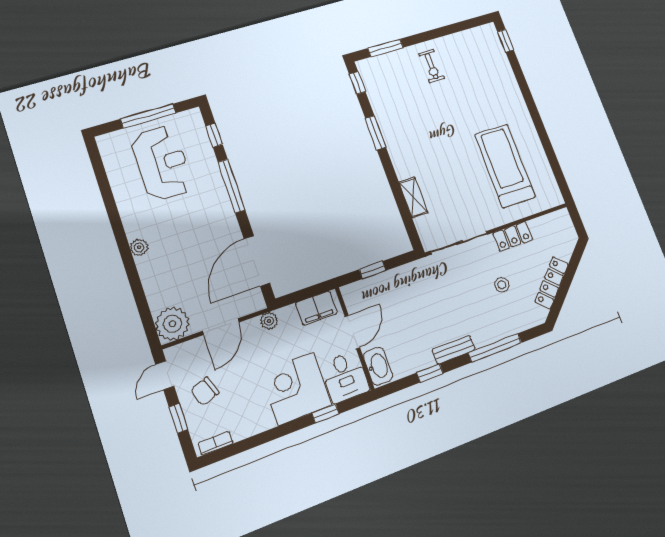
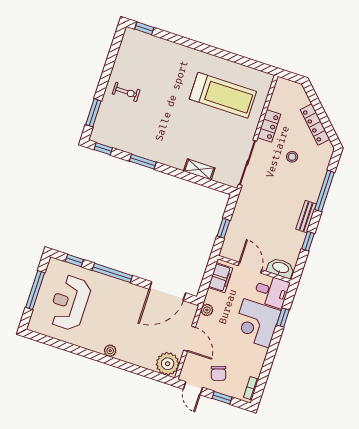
reception desk: (162, 163) -> (70, 303), turned -90
treadmill: (505, 166) -> (223, 95), turned 180
door: (257, 261) -> (167, 291), hinge flipped

